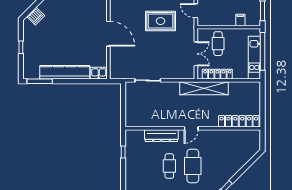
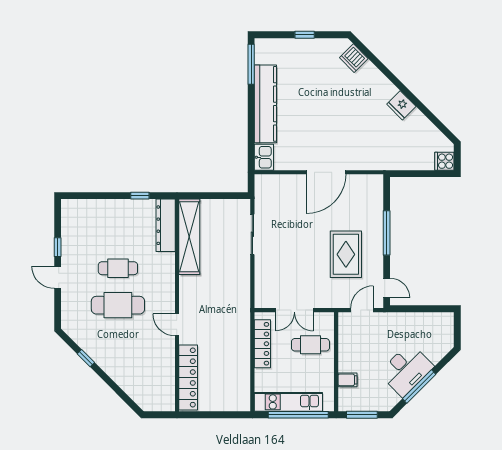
shelving: (204, 88) -> (189, 237), moved
door: (191, 128) -> (177, 325), moved
dresser: (161, 136) -> (166, 225), moved

